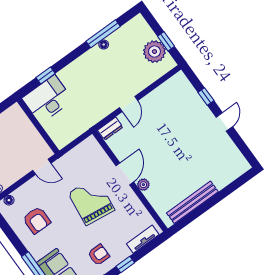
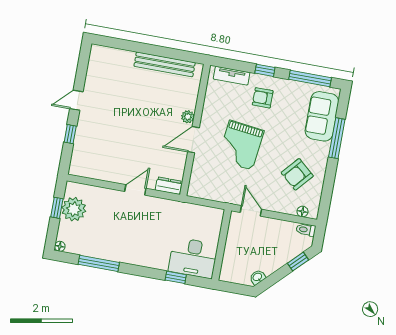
floor lamp: (104, 44) -> (60, 246), moved
armchair: (37, 220) -> (297, 174), turned -139
armchair: (99, 255) -> (263, 98), moved

